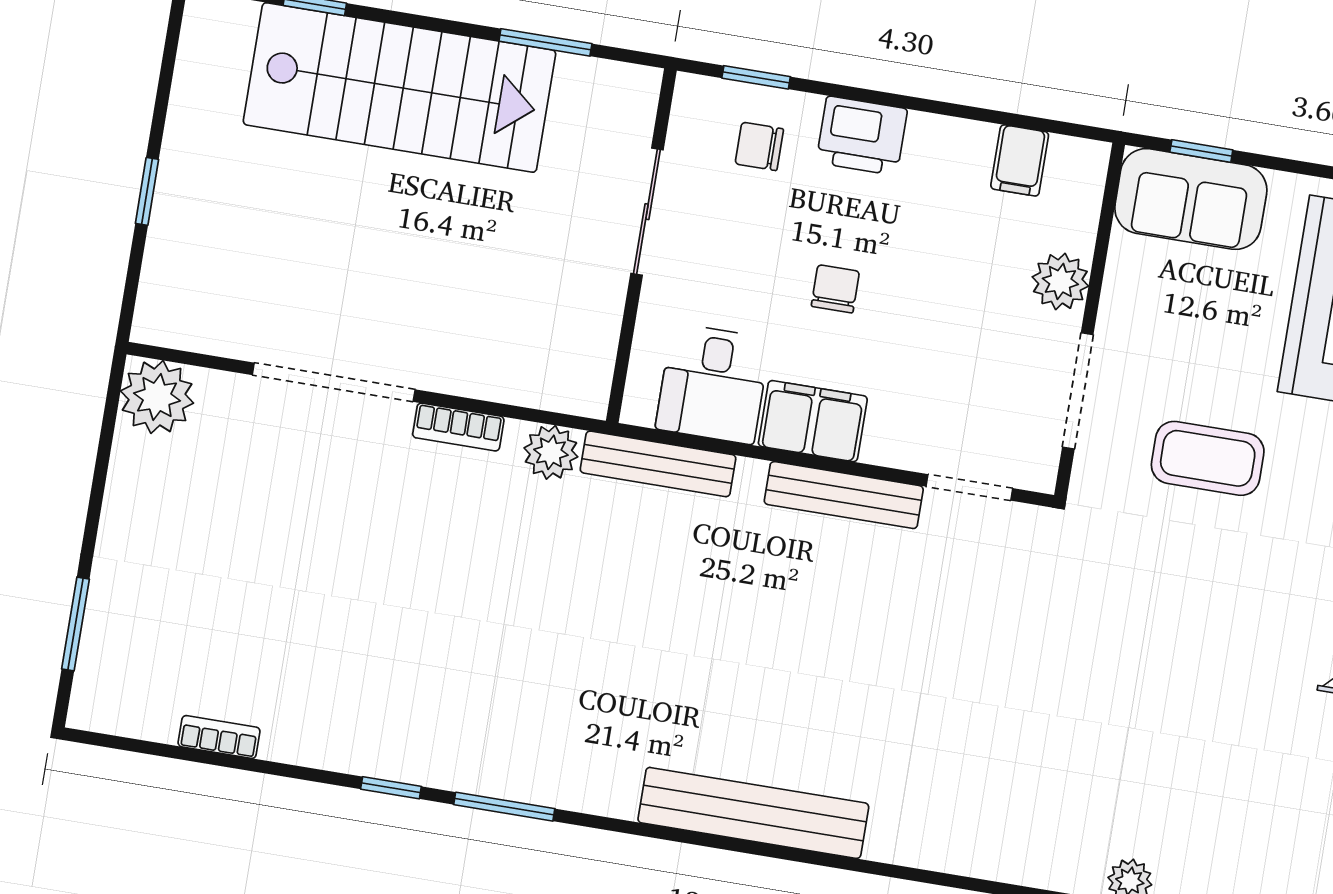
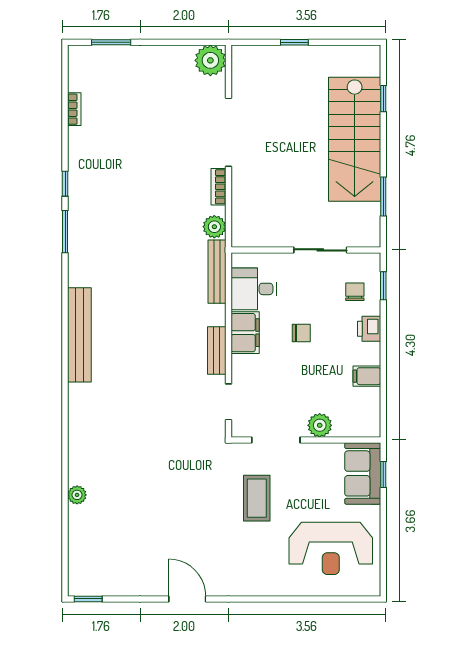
printer: (862, 136) -> (369, 329), width x0.73, depth x0.81
filing cabinet: (1020, 160) -> (367, 376), moved
bench: (844, 495) -> (217, 350), width x0.73

